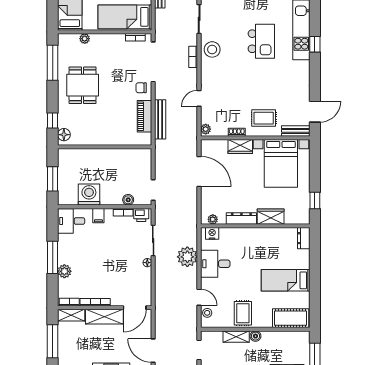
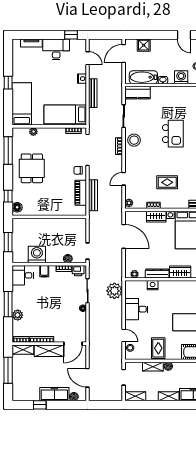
rug: (264, 118) -> (167, 182), moved
nightstand: (212, 233) -> (153, 285), moved
plant: (187, 257) -> (114, 291), moved

